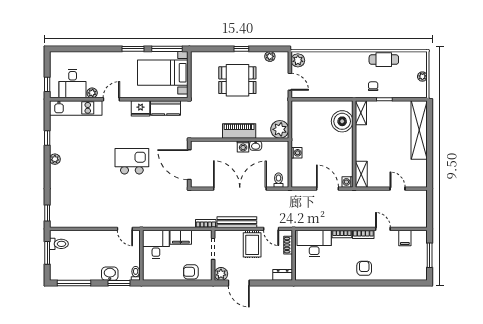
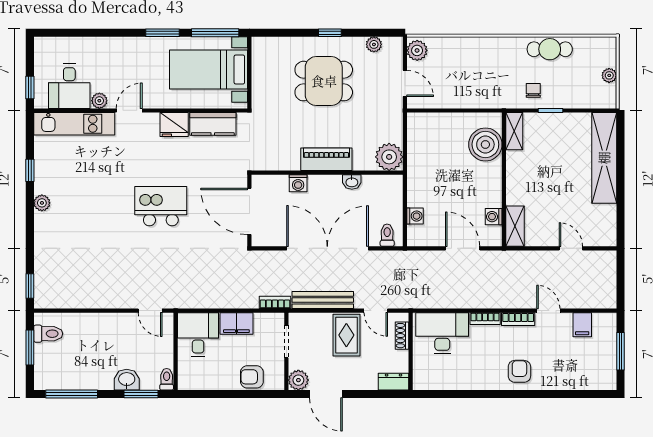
washing machine: (243, 146) -> (298, 183), moved
washing machine: (297, 153) -> (415, 216), moved
washing machine: (348, 182) -> (494, 217), moved

